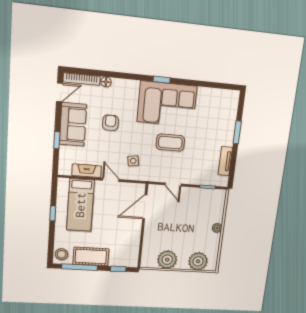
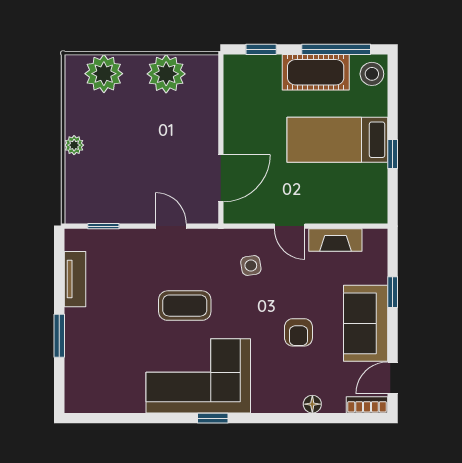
bookcase: (82, 79) -> (367, 405), width x0.64
bed: (80, 205) -> (337, 140), moved, turned -90

